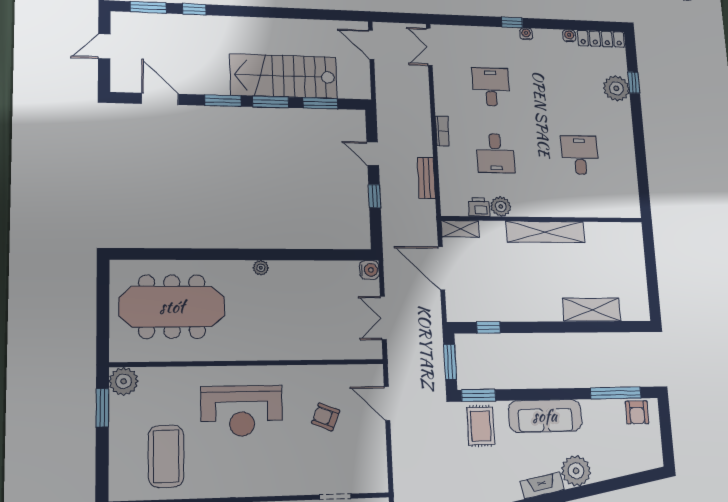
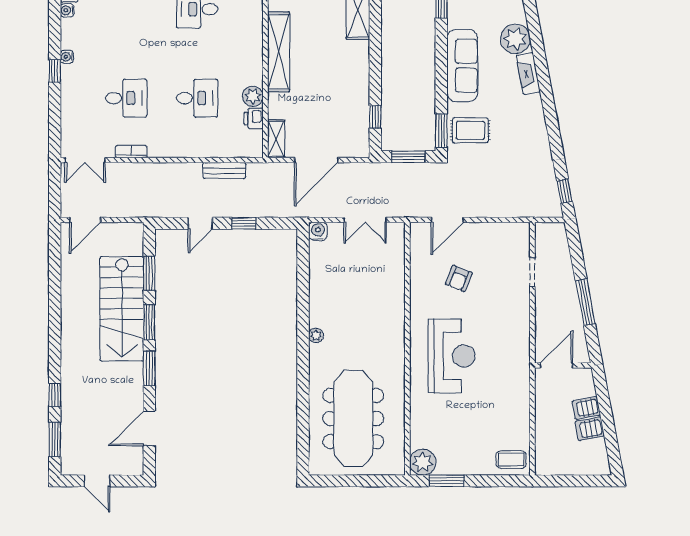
desk: (491, 87) -> (126, 98), turned 180
bookcase: (442, 131) -> (131, 152), moved
coffee table: (166, 456) -> (511, 460), moved, width x0.54, depth x0.58

